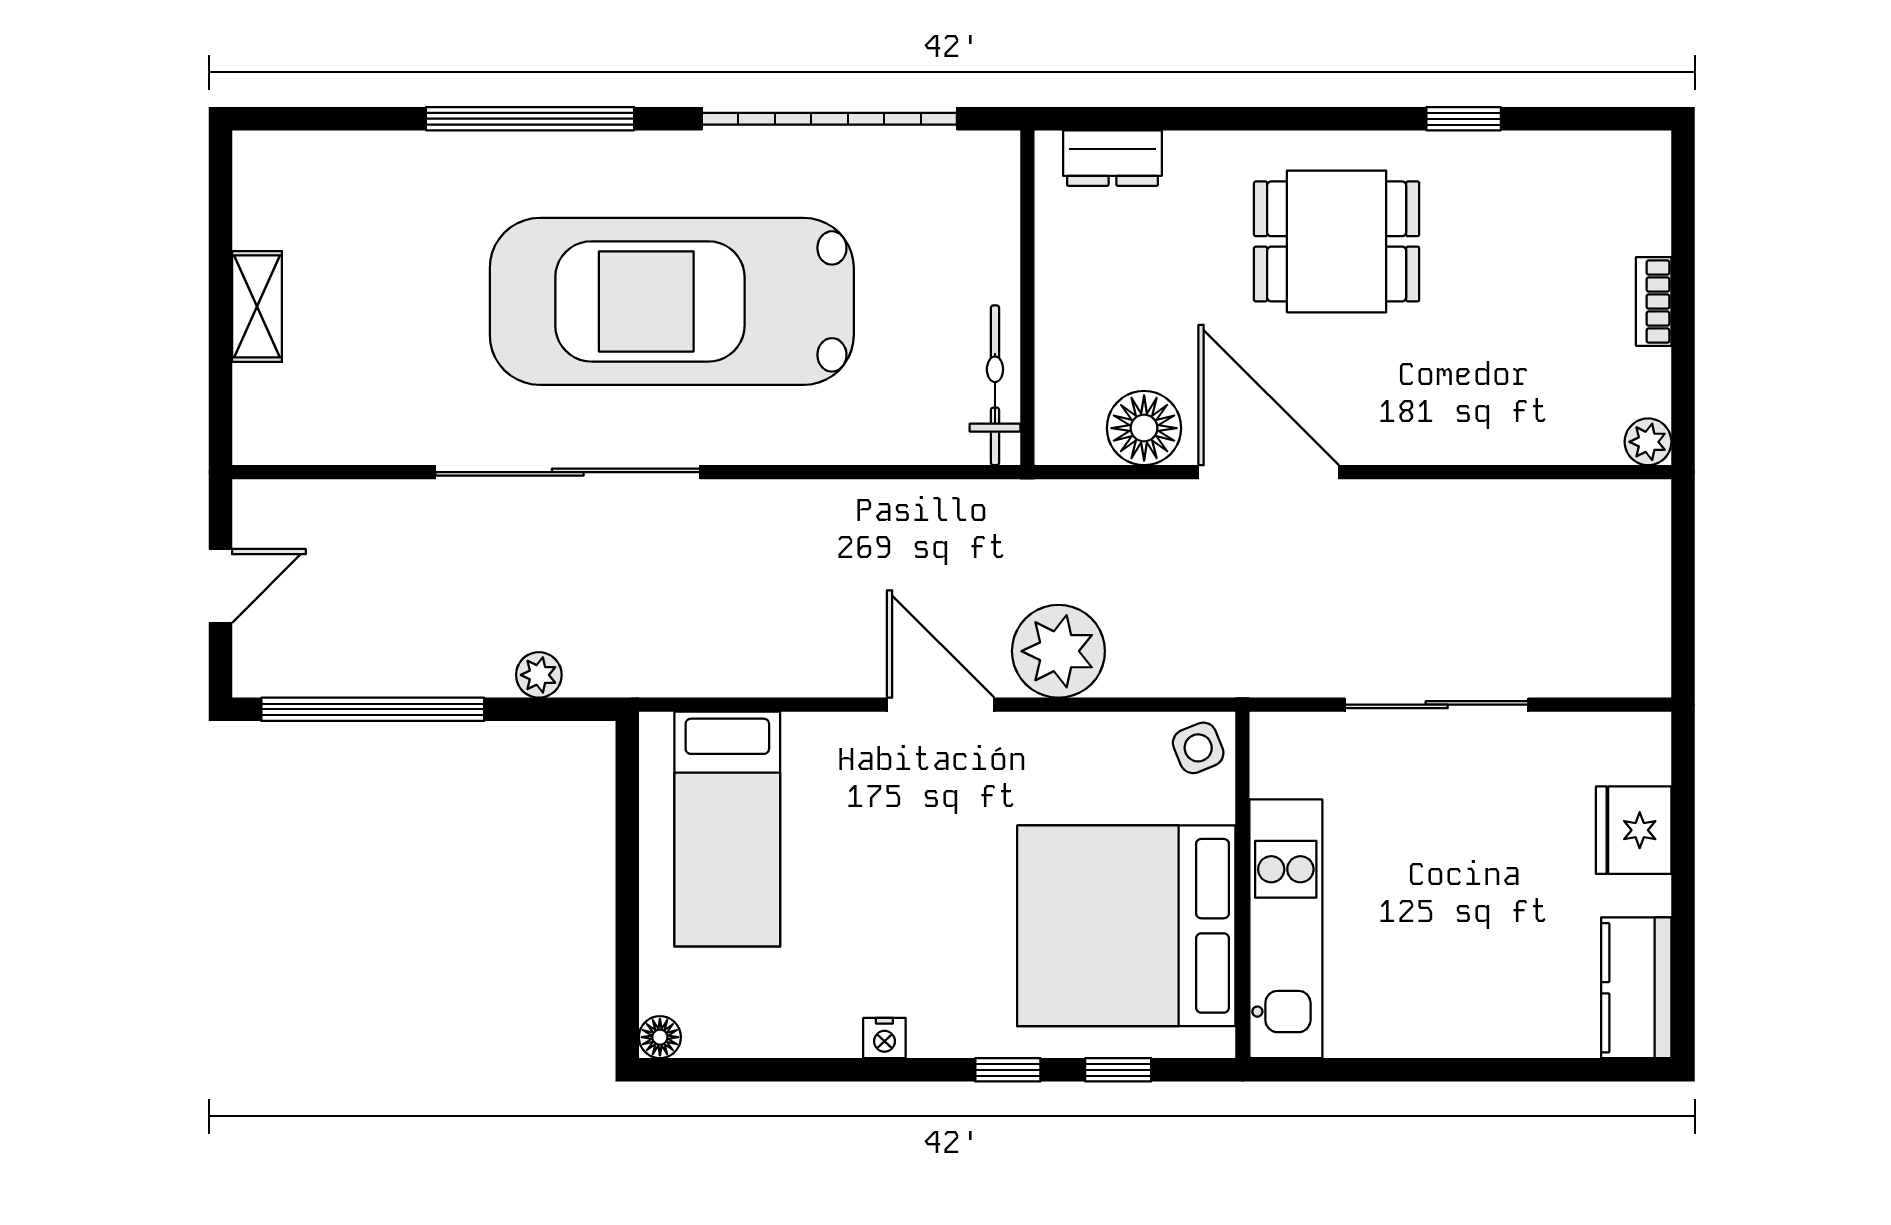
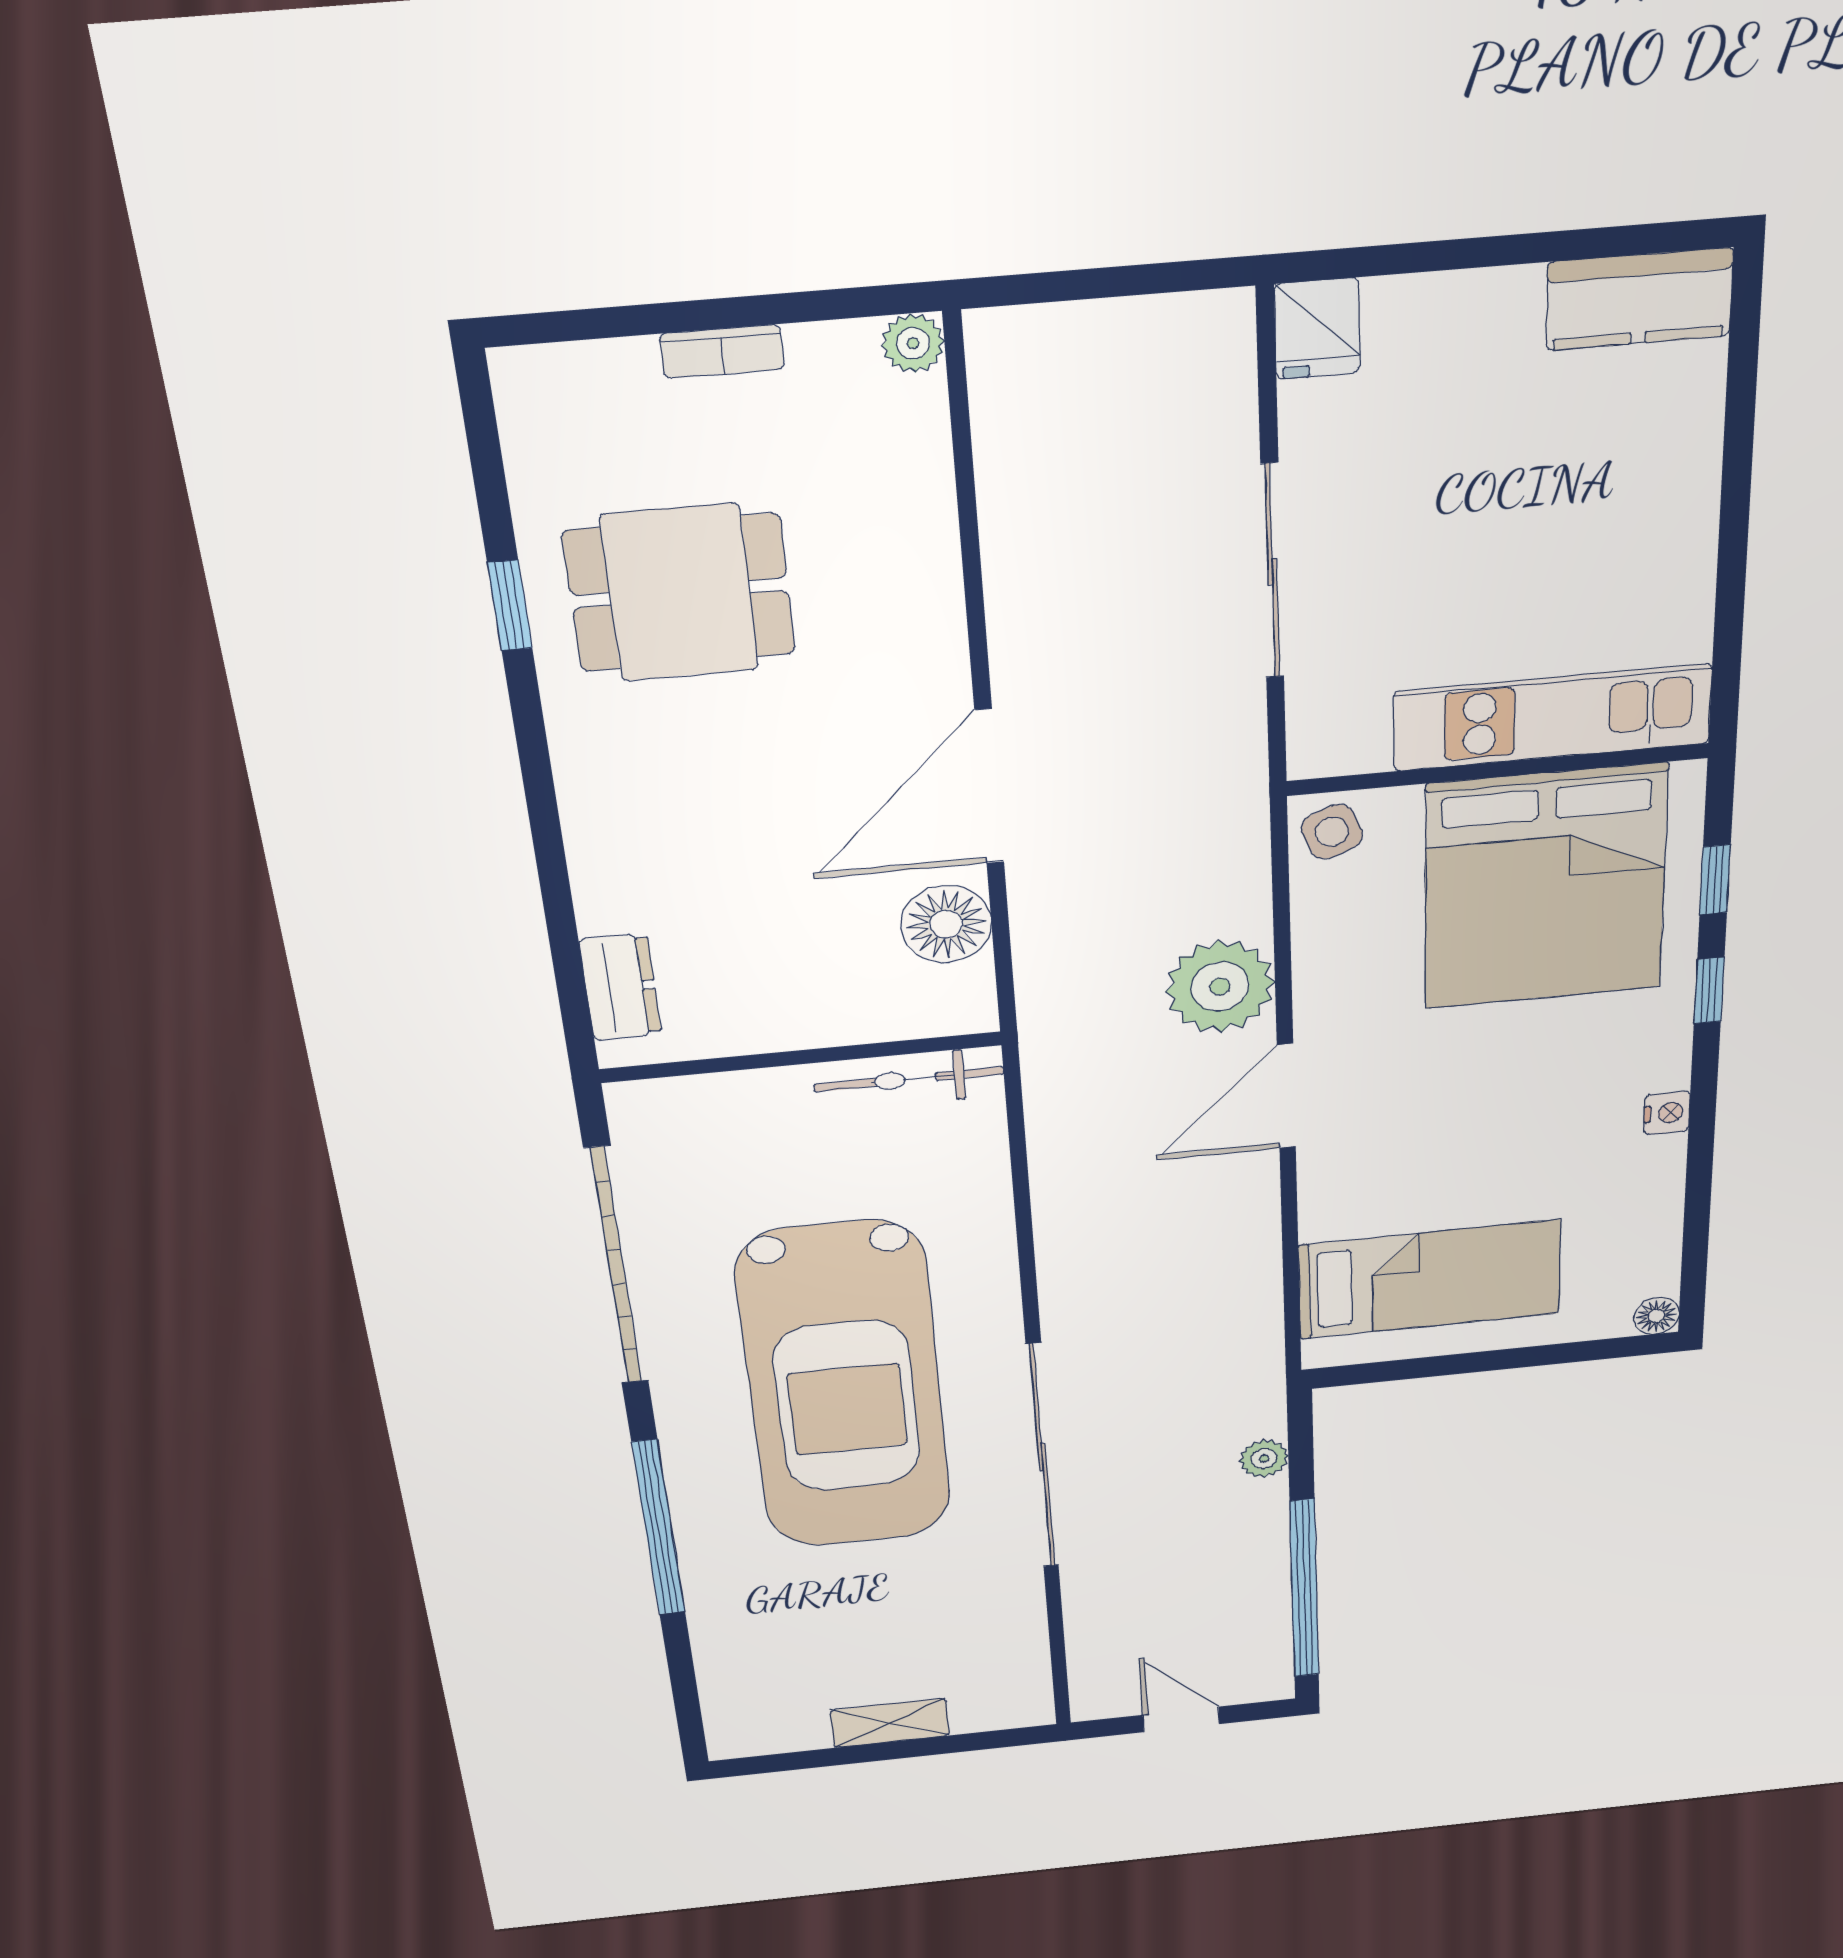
dining table: (1337, 241) -> (680, 593), moved, turned 90
fridge: (1634, 830) -> (1317, 329), moved, width x0.72

